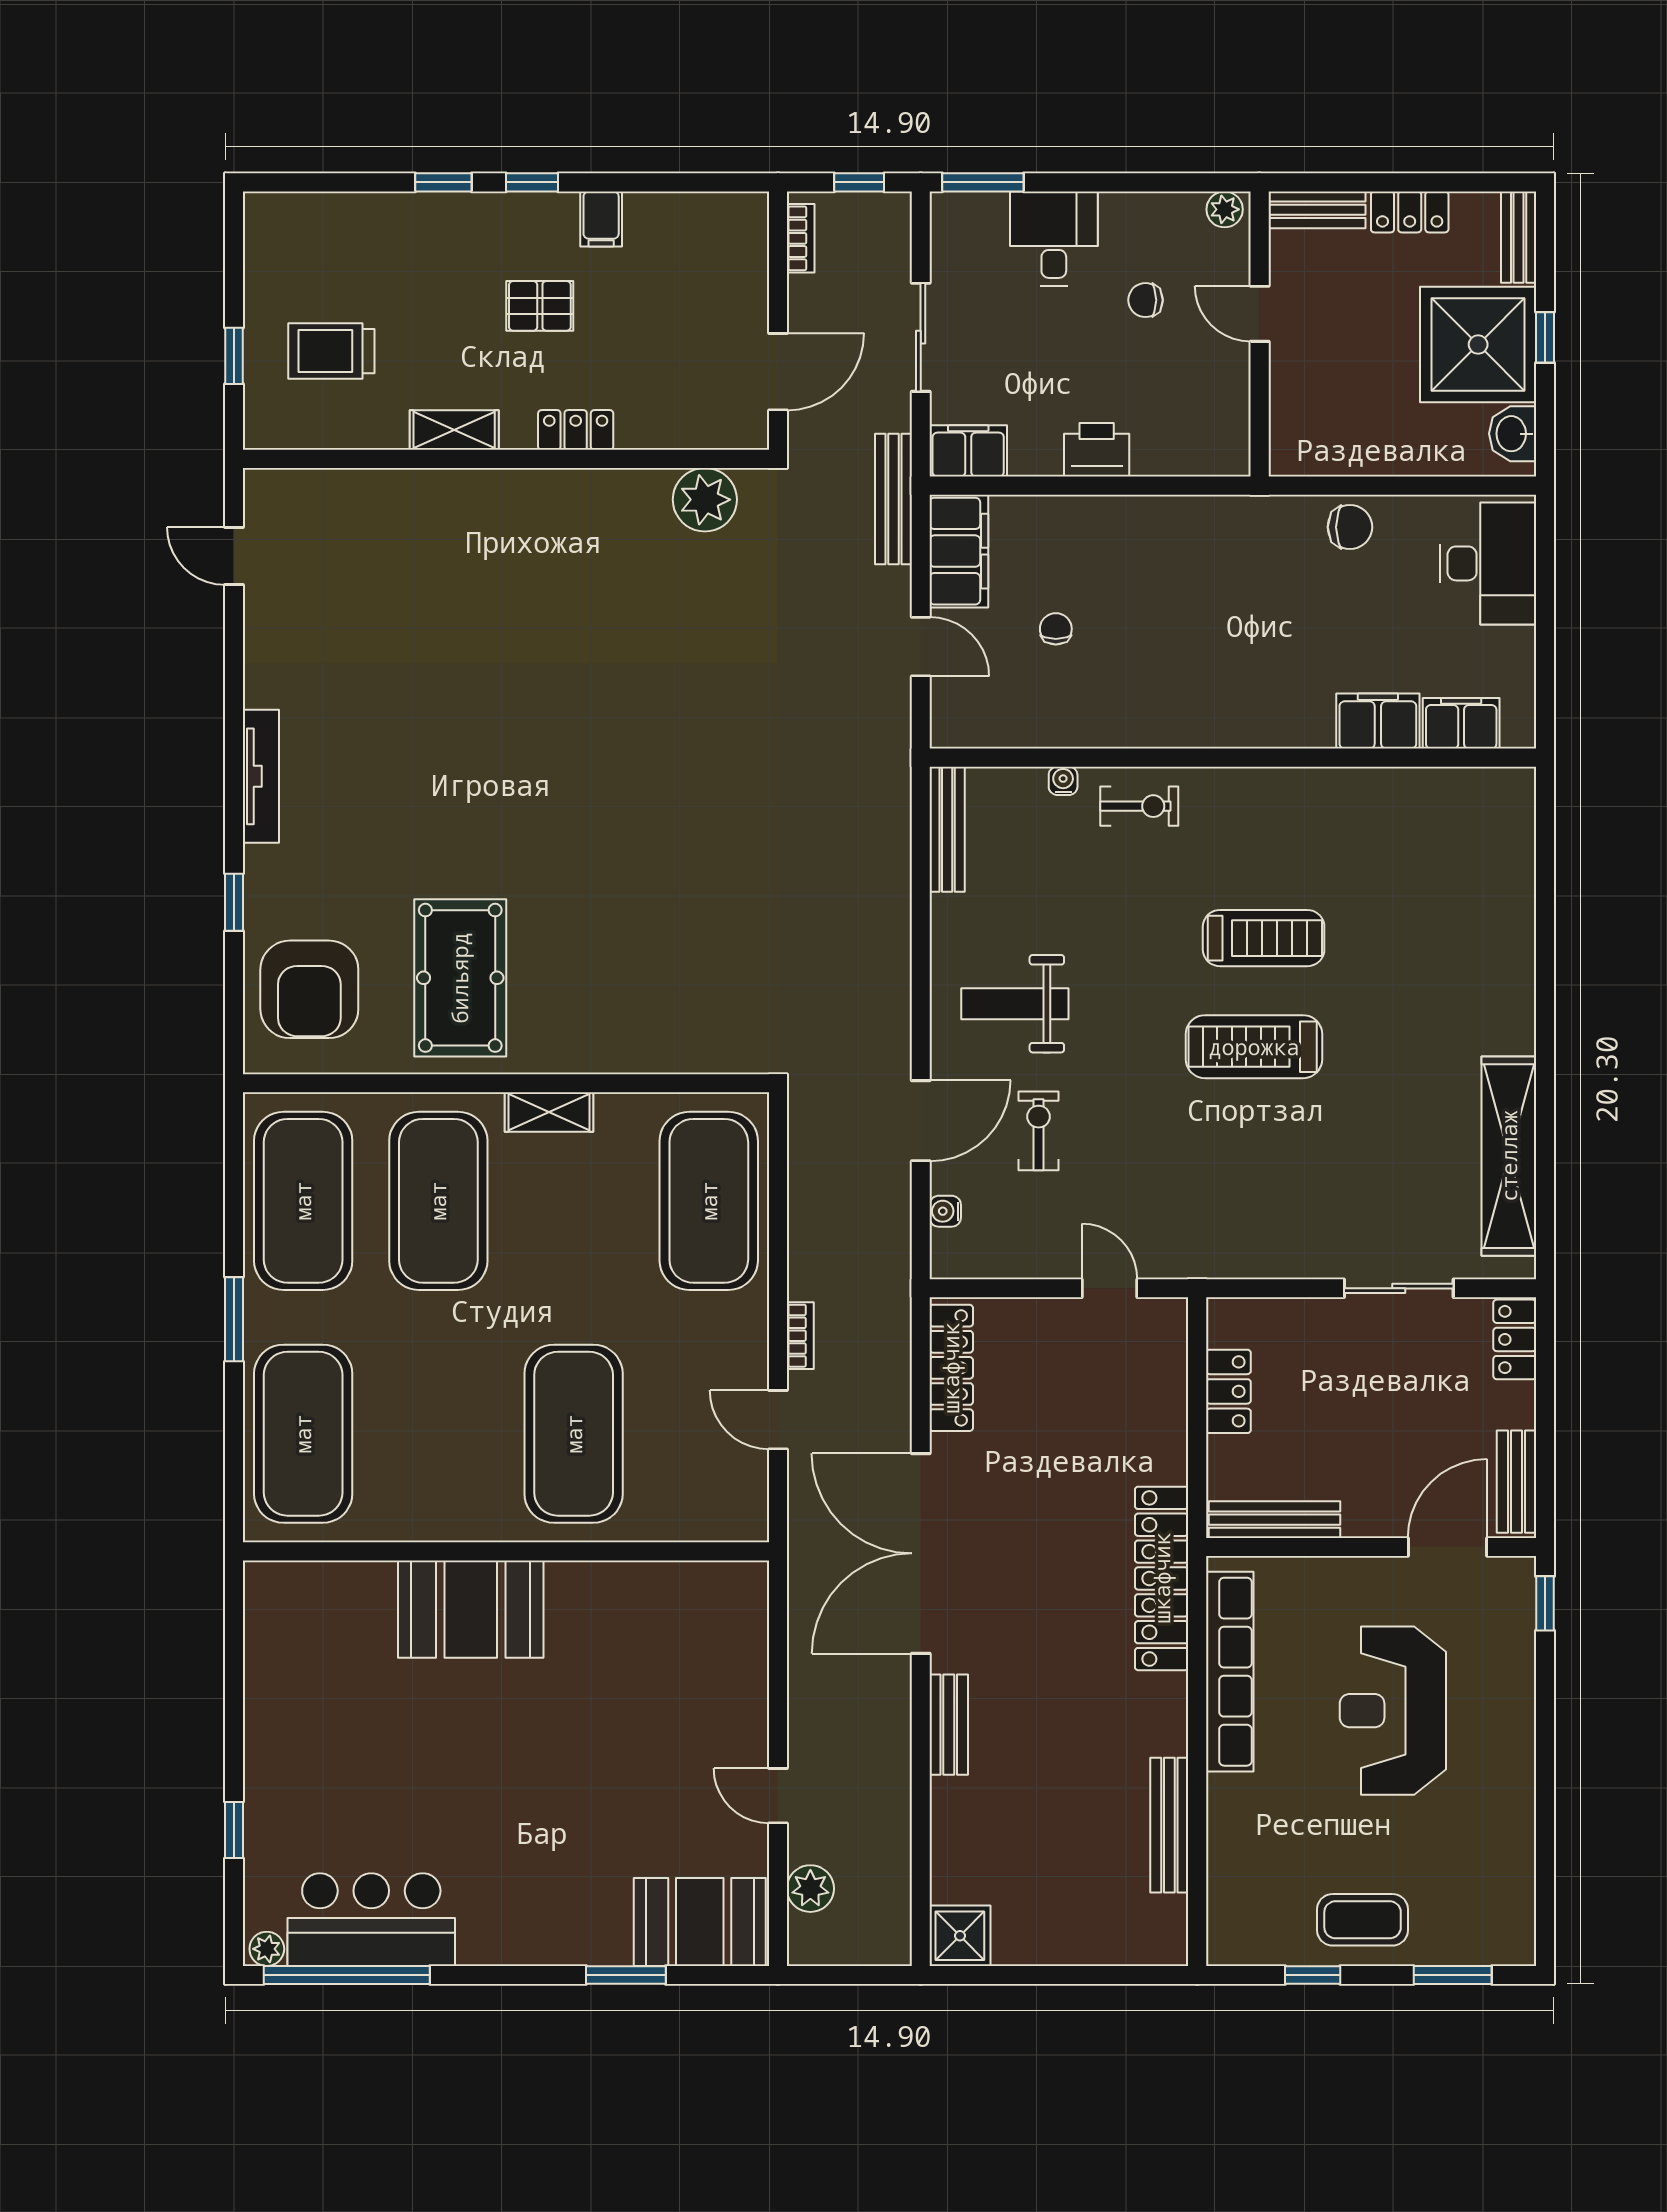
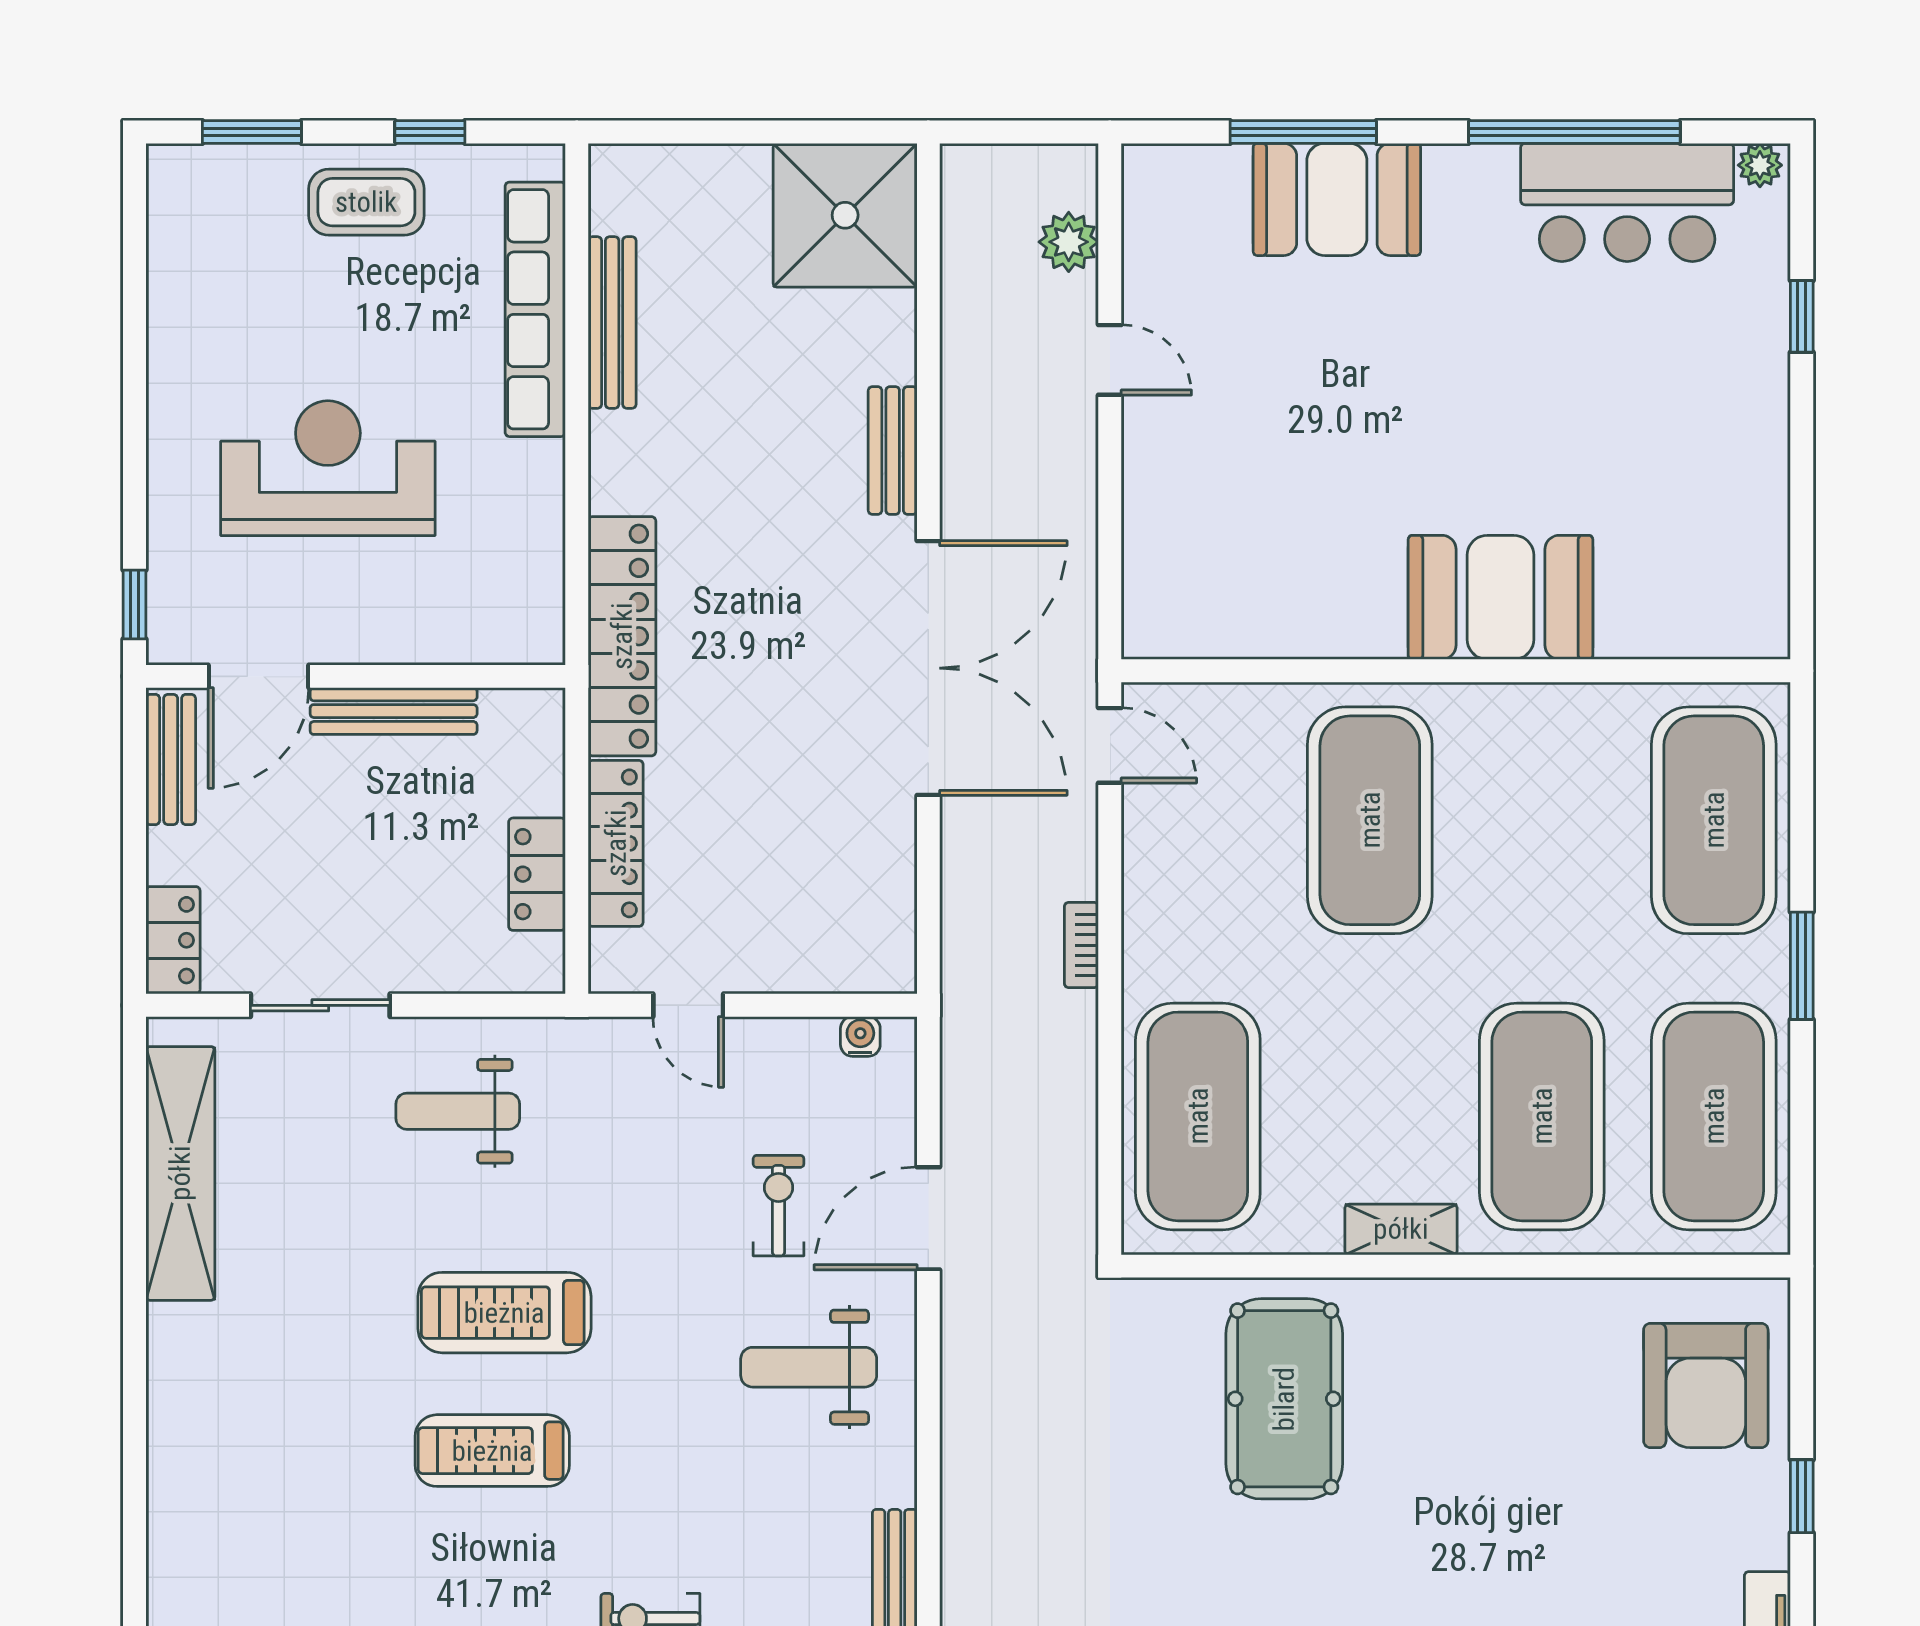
pool table: (460, 978) -> (1284, 1399), moved
armchair: (309, 989) -> (1706, 1385), turned 180
weight bench: (1015, 1004) -> (809, 1367), turned 180
treadmill: (1254, 1047) -> (504, 1313), turned 180
exercise bike: (1039, 1131) -> (779, 1206), turned 180
weight bench: (1291, 1205) -> (458, 1111), added
water cooler: (945, 1211) -> (860, 1036), moved, turned -90
locker: (951, 1368) -> (616, 843), moved, turned 180
door: (778, 1420) -> (1110, 745), moved
bench: (1274, 1520) -> (394, 711), moved
row of seats: (1230, 1672) -> (535, 309), moved
reception desk: (1393, 1711) -> (328, 468), turned -90
booth: (700, 1922) -> (1337, 199), moved
shower: (960, 1936) -> (845, 215), width x1.86, depth x1.86
window: (347, 1975) -> (1574, 132), moved
window: (626, 1975) -> (1303, 132), width x1.44

